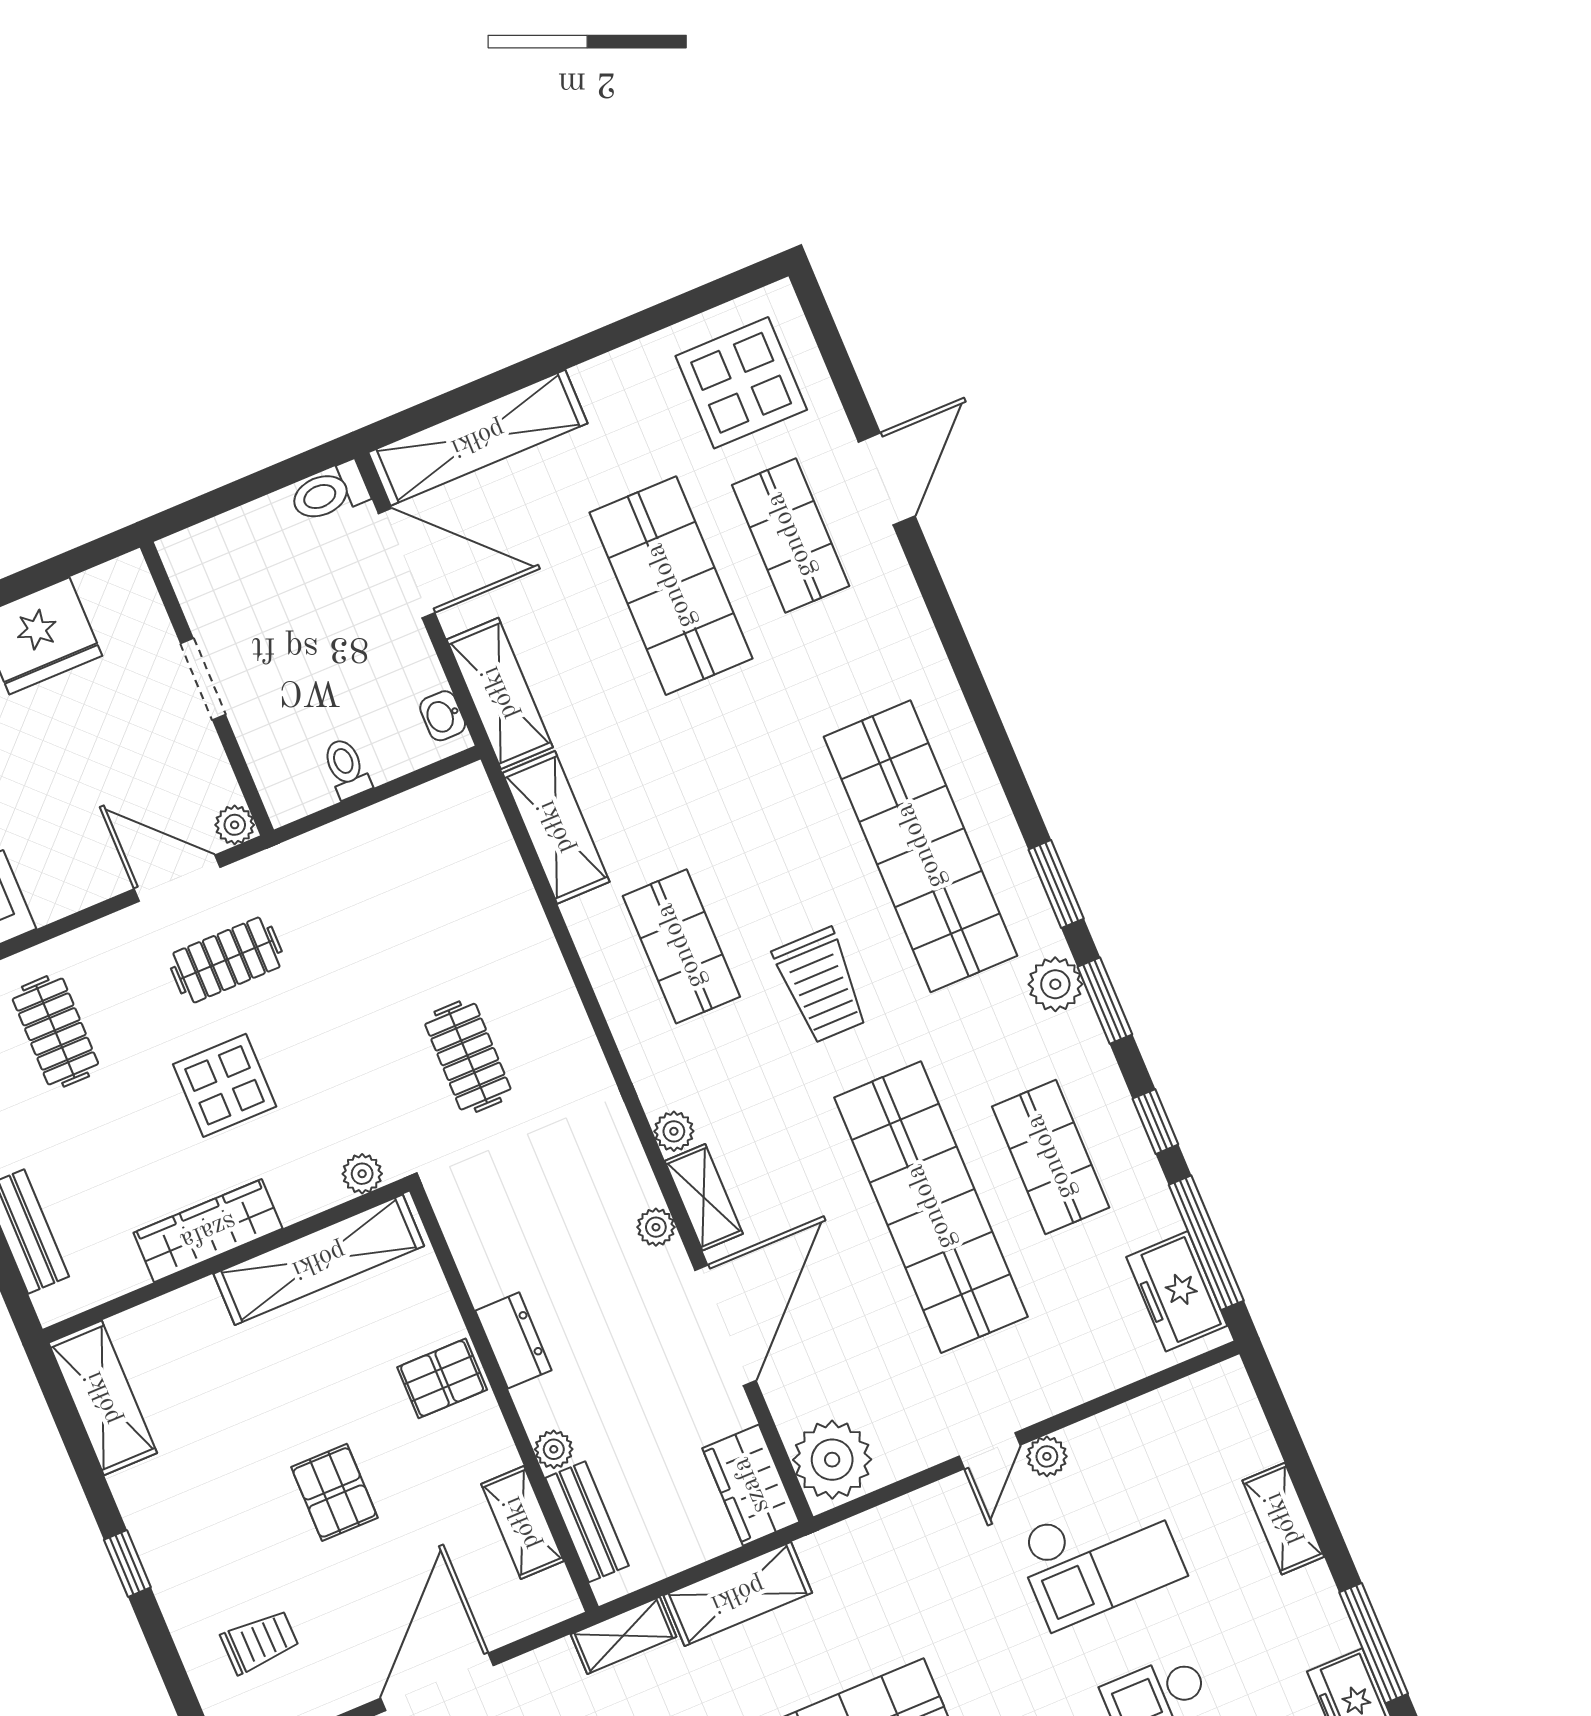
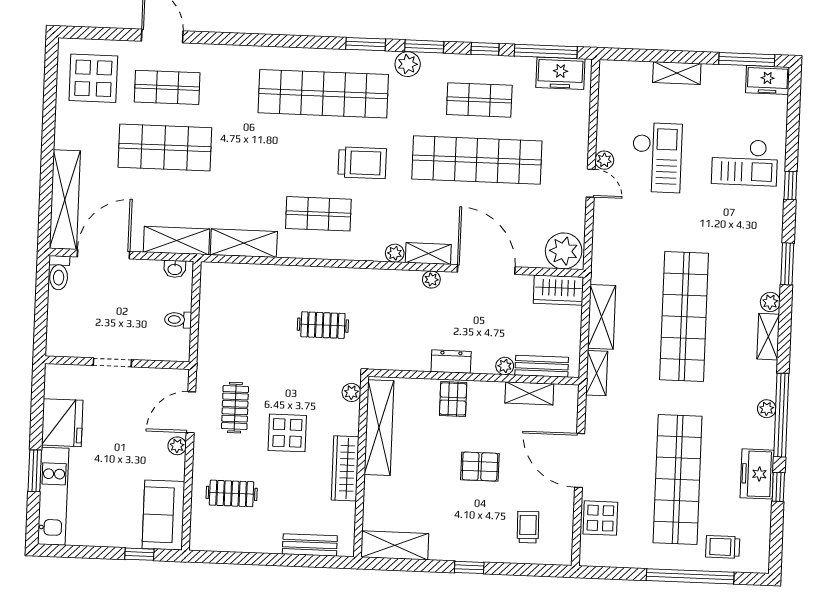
plant: (235, 825) -> (177, 446), moved

